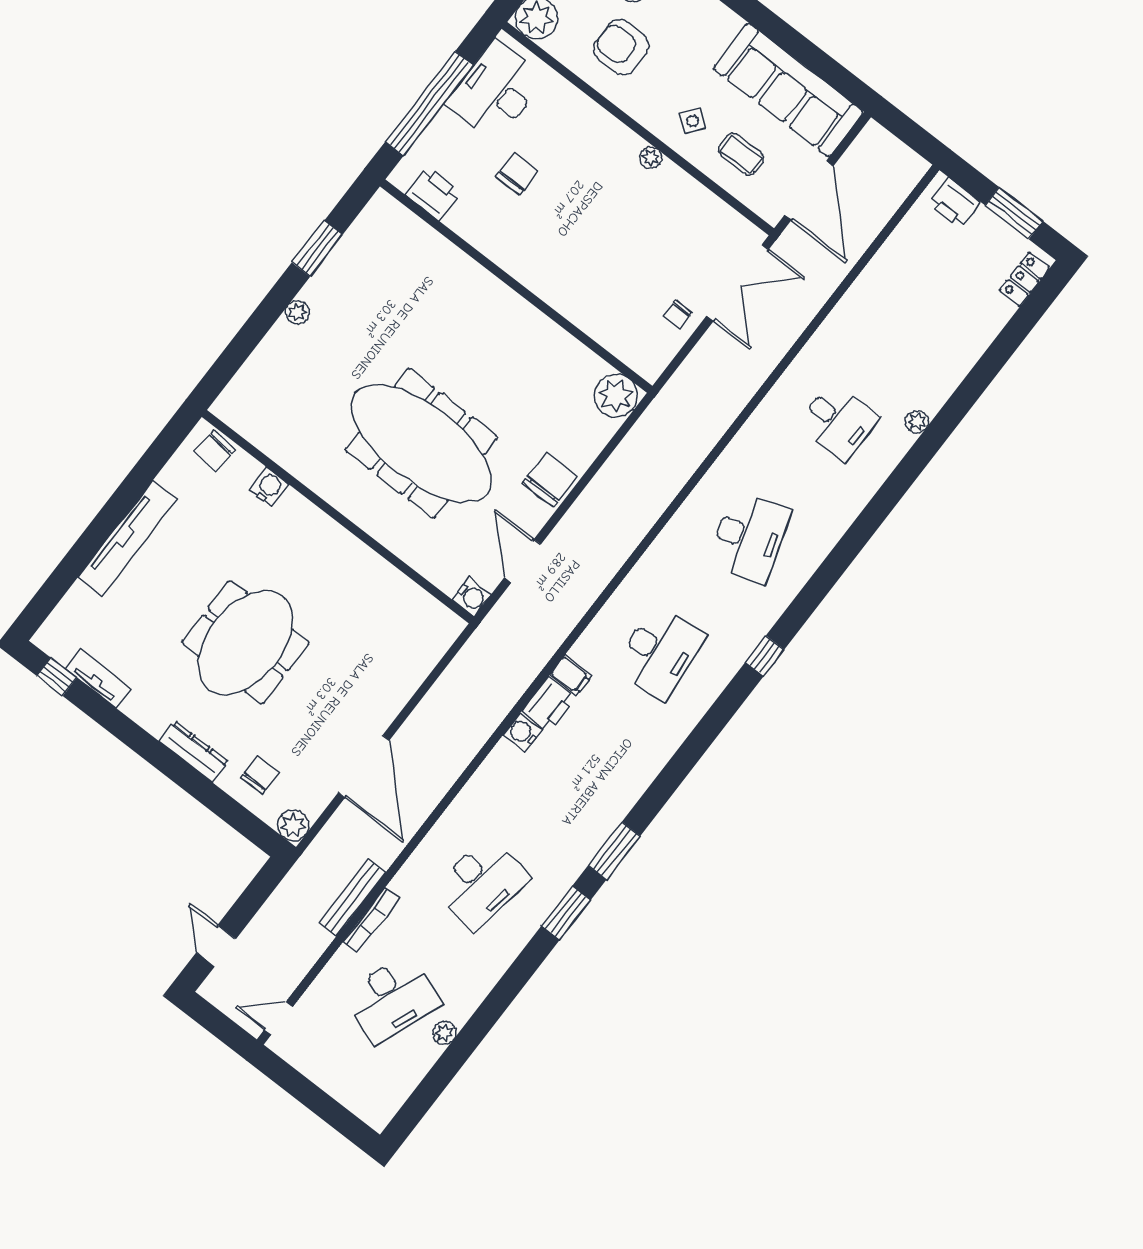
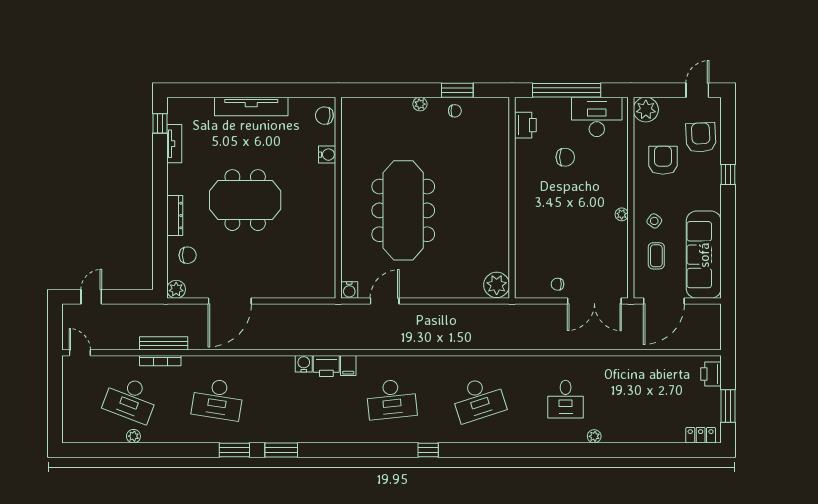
chair: (550, 480) -> (455, 111), moved, width x0.54, depth x0.54

